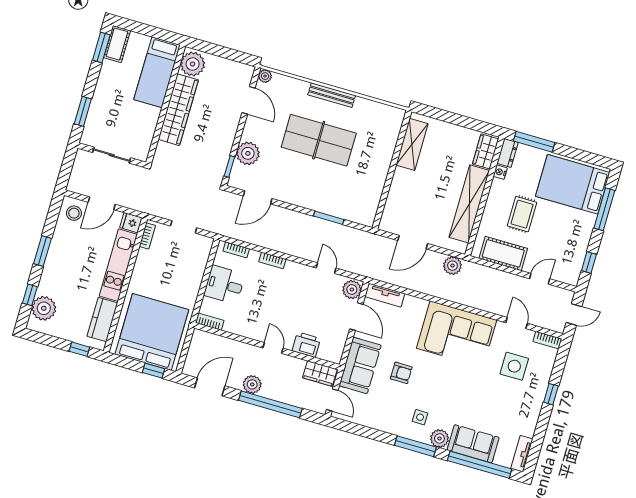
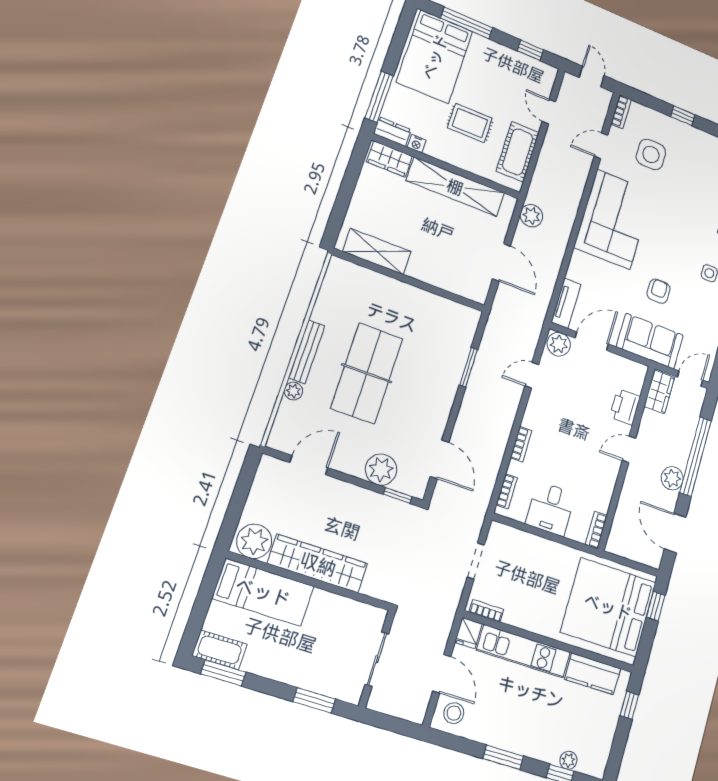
plant: (265, 76) -> (293, 391), moved
plant: (44, 308) -> (568, 760), width x0.53, depth x0.53

